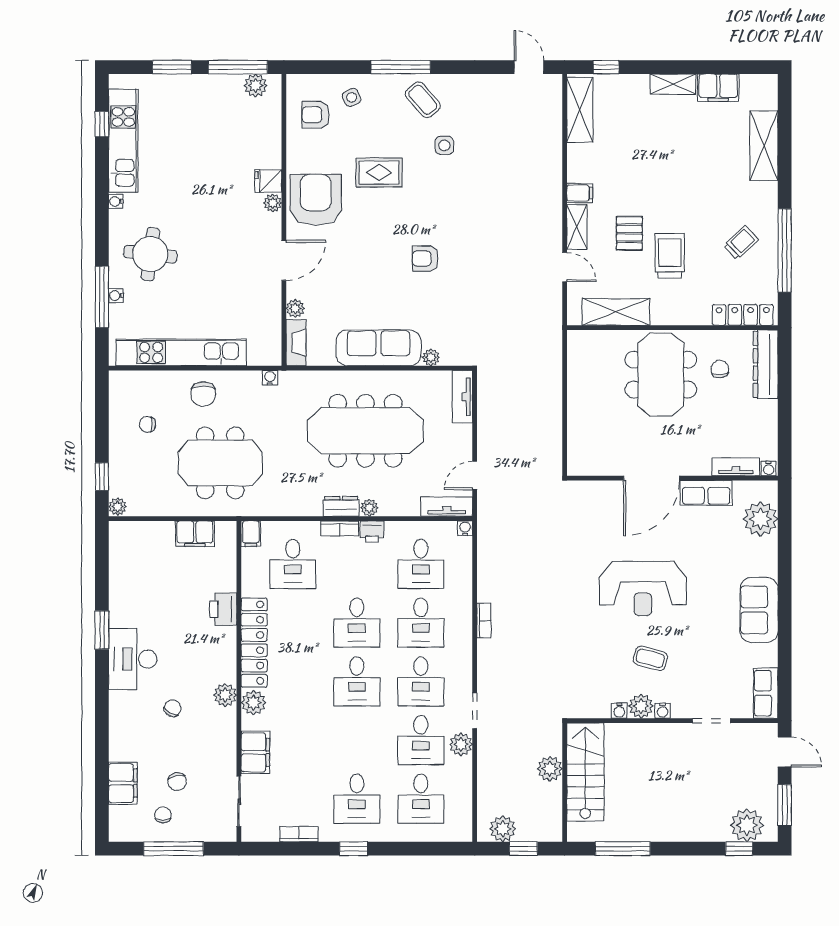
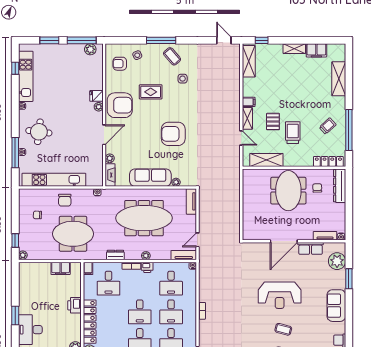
armchair: (316, 200) -> (120, 105), turned 90
armchair: (425, 258) -> (173, 134), width x1.88, depth x1.88
dresser: (341, 506) -> (115, 255), moved
window: (785, 555) -> (349, 279), added

